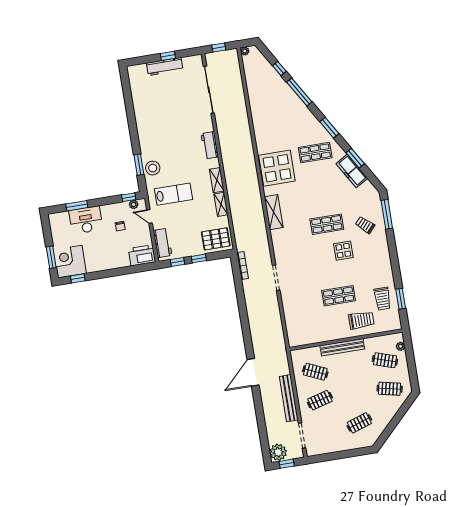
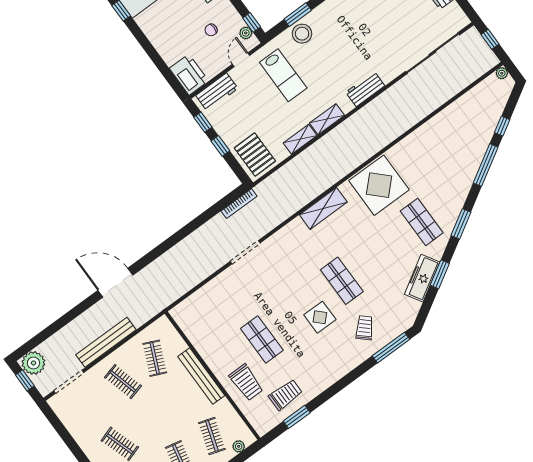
trolley: (382, 299) -> (285, 395), turned 180

